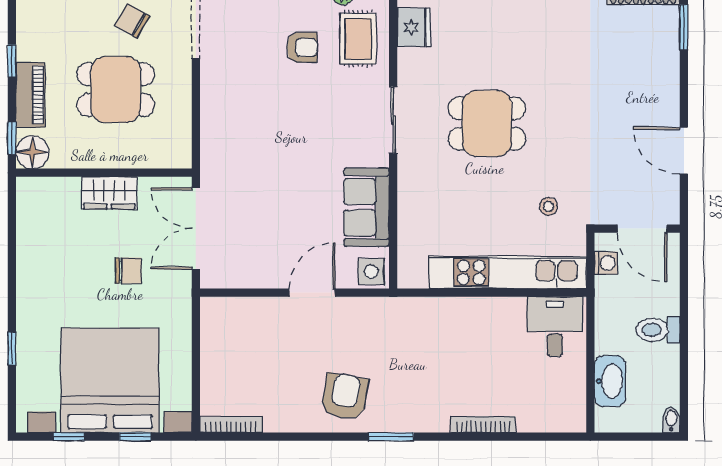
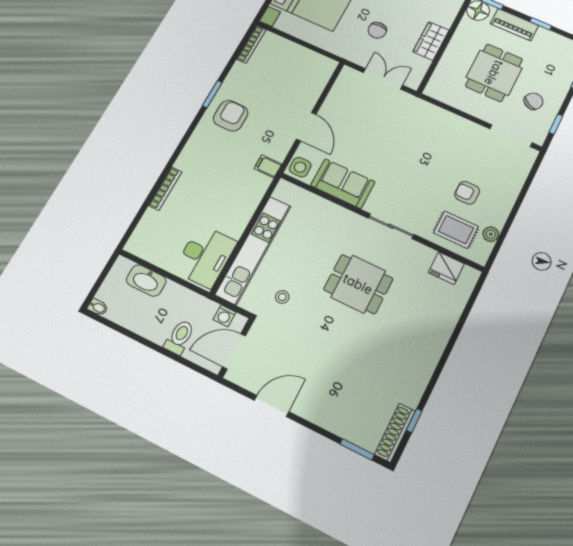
armchair: (302, 47) -> (467, 193), turned 90
dining table: (487, 123) -> (358, 284), turned 90
double door: (196, 228) -> (383, 79), width x0.73
filing cabinet: (390, 313) -> (268, 166), added
desk: (555, 327) -> (205, 256), width x1.37
toilet: (658, 330) -> (180, 337), moved
armchair: (345, 397) -> (231, 116), turned -100
window: (391, 437) -> (212, 94), moved

